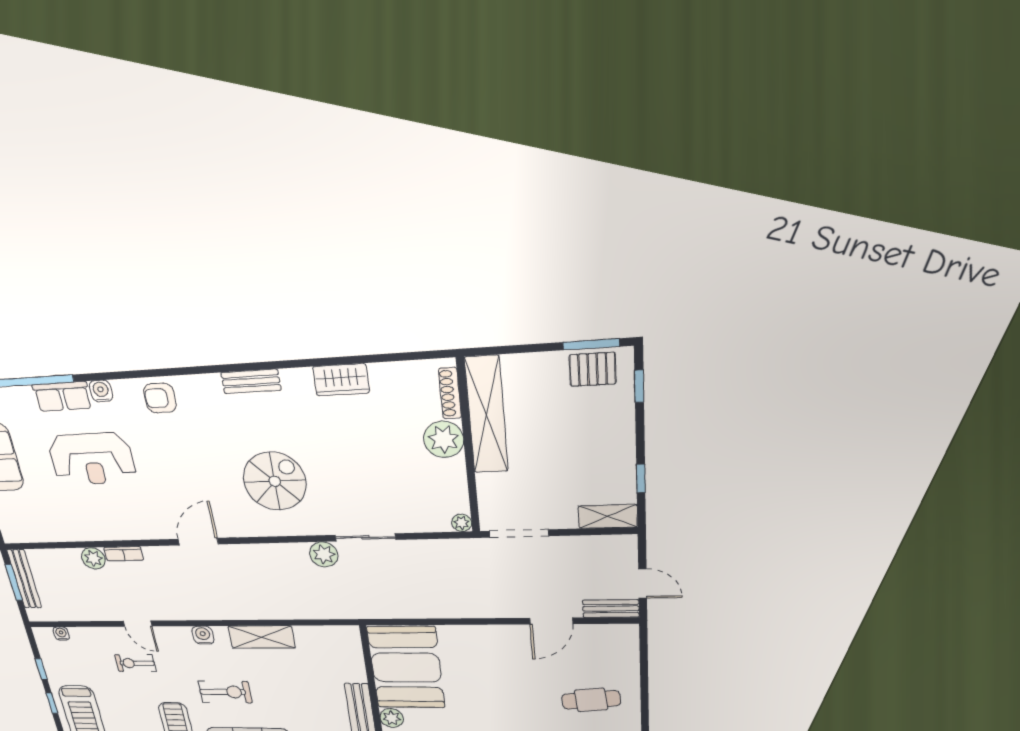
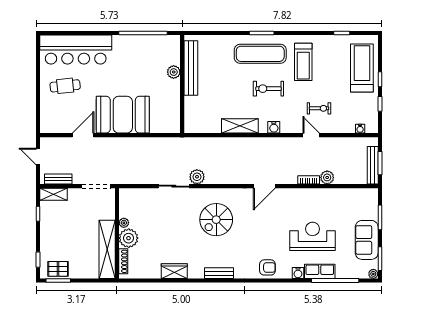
plant: (462, 523) -> (124, 223), moved
bench: (611, 609) -> (58, 179), moved
booth: (406, 668) -> (123, 115), moved, turned 90

